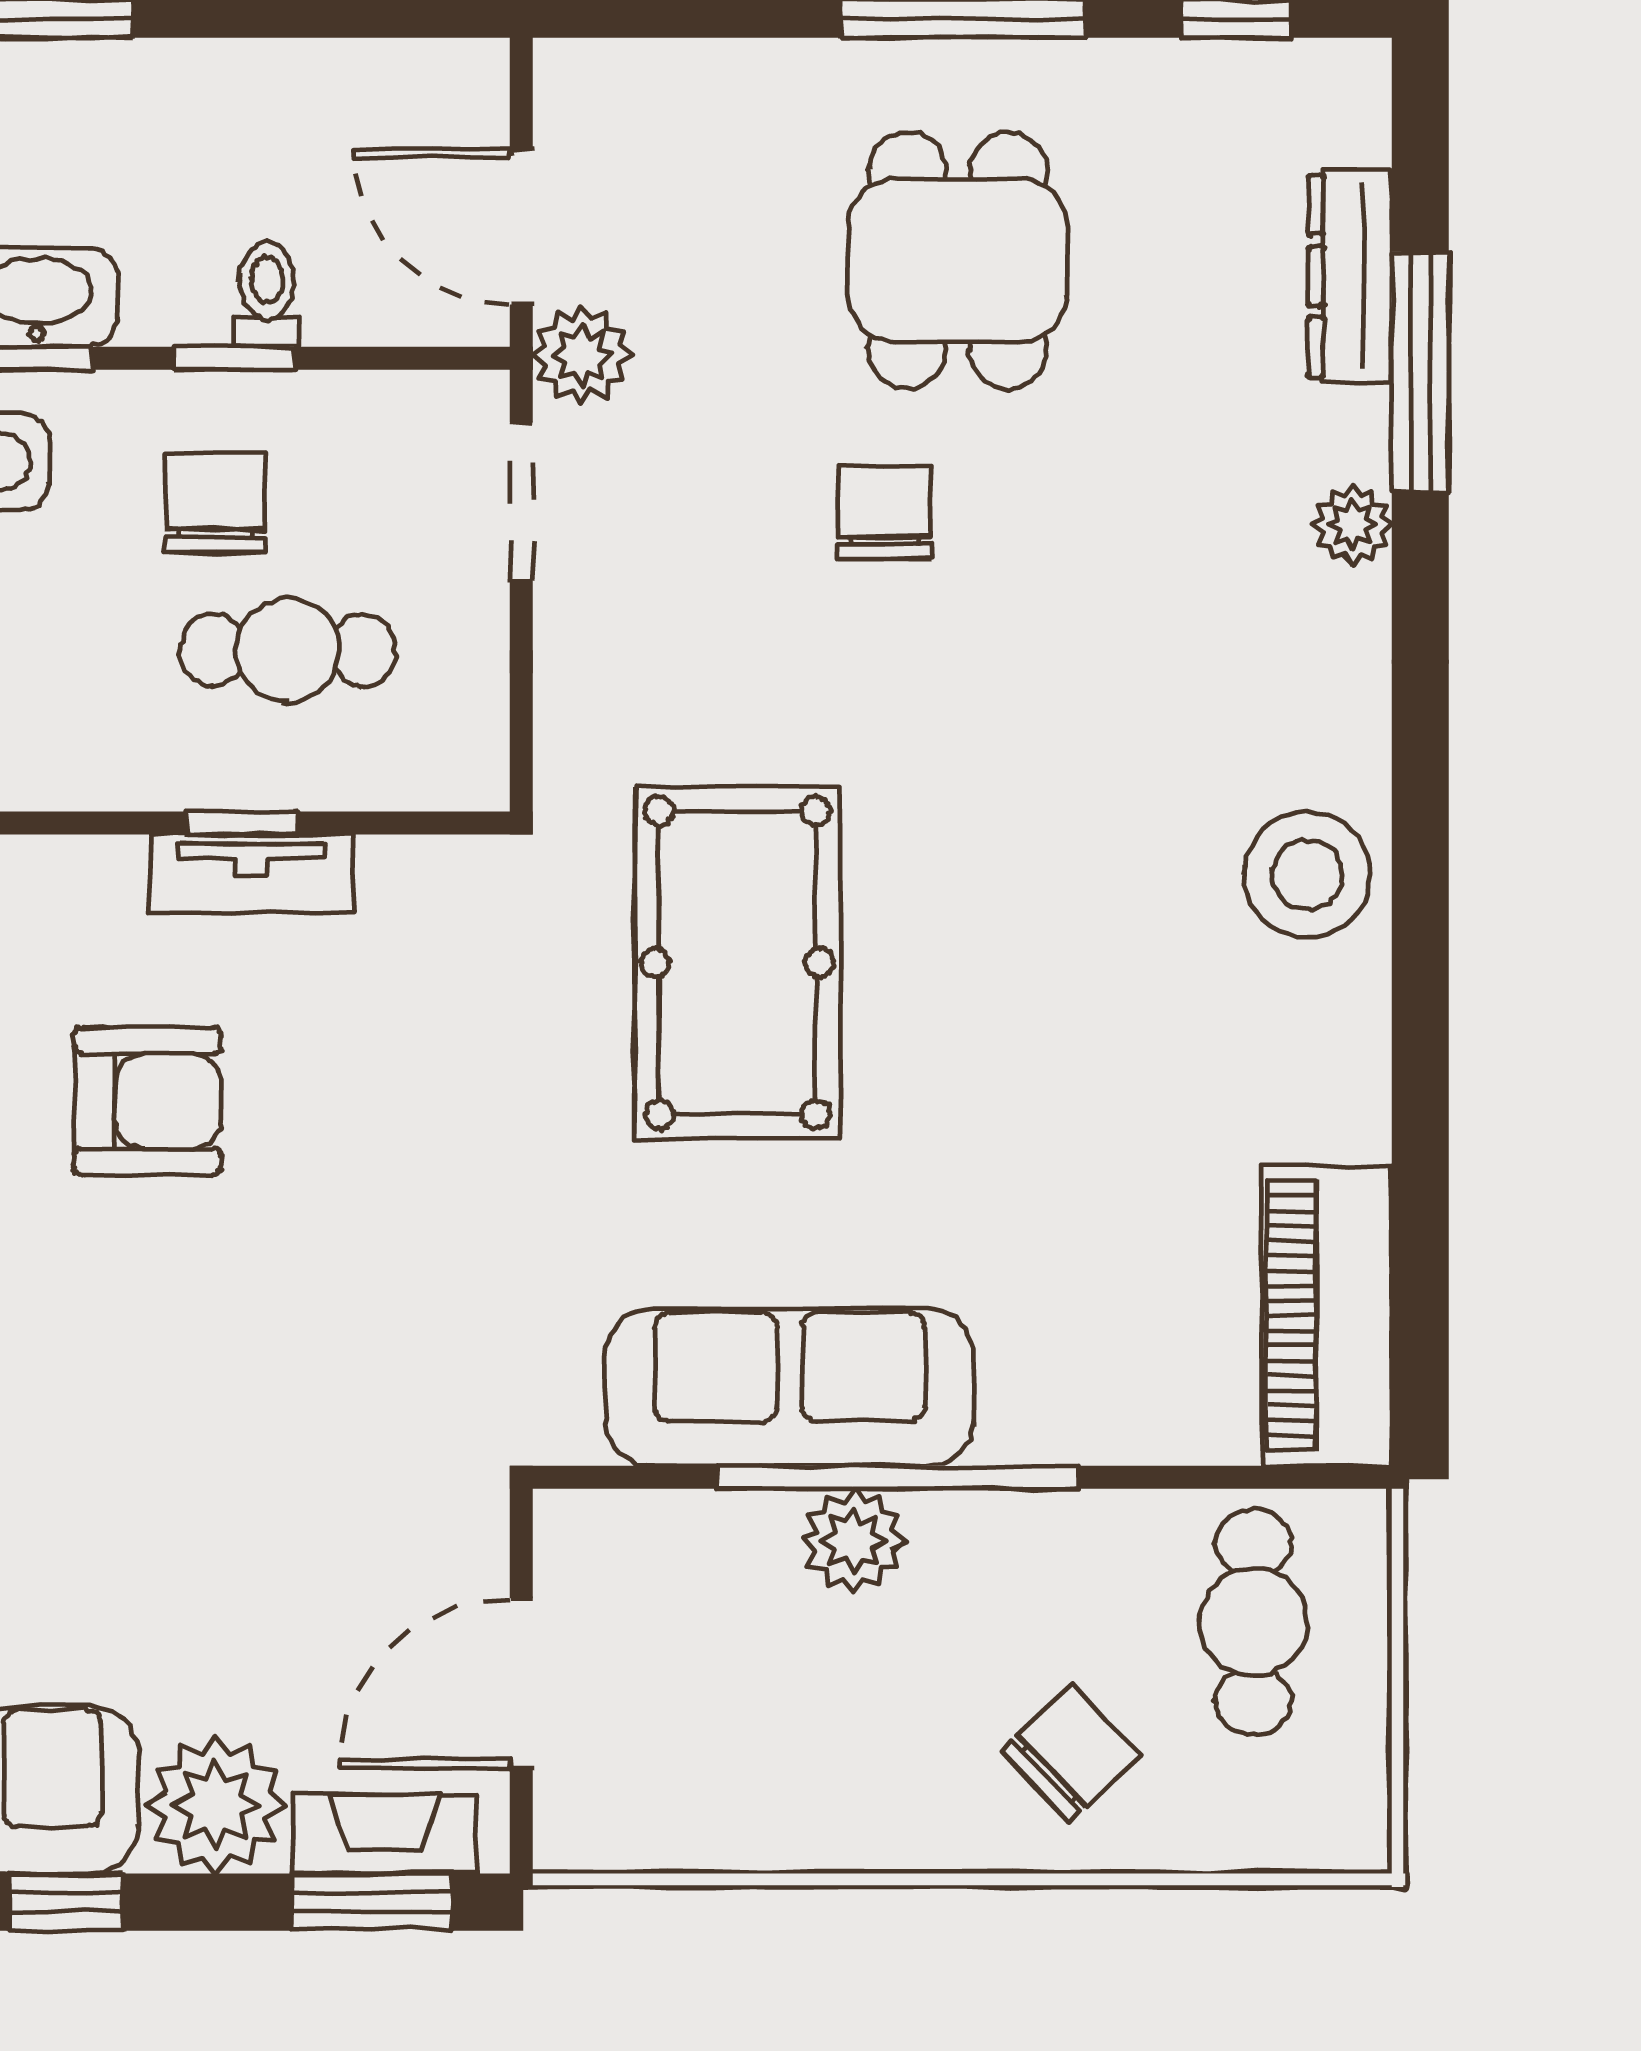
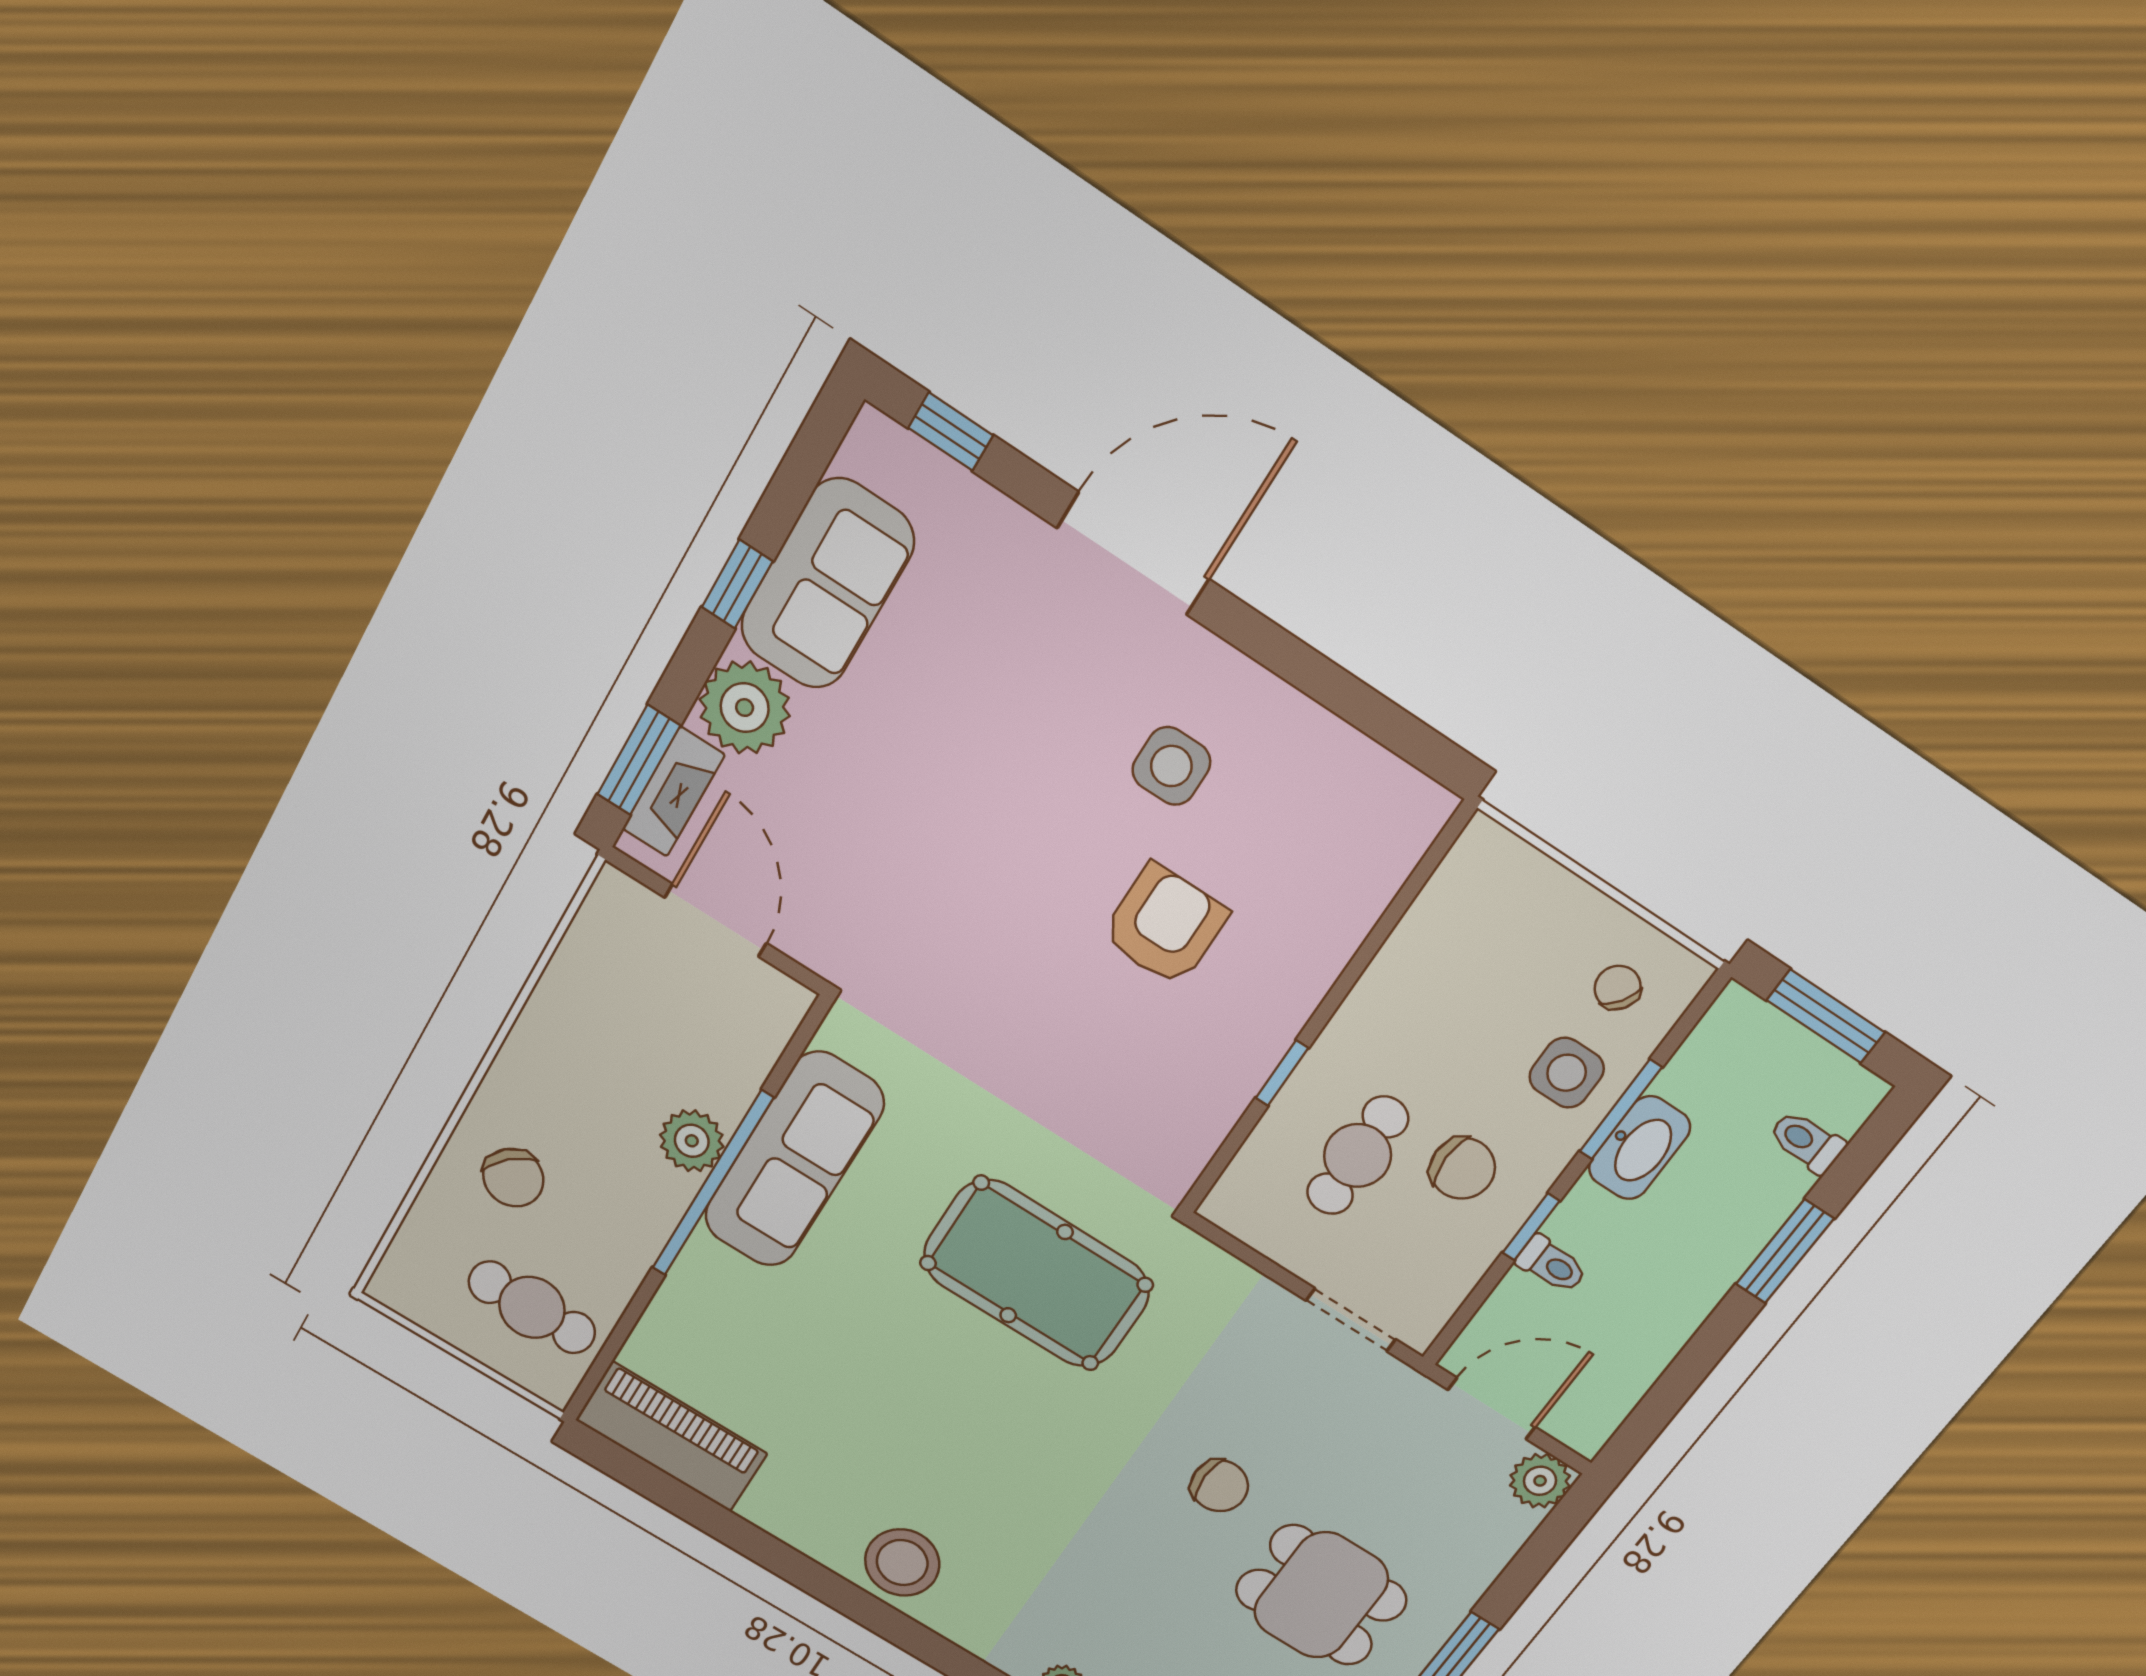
plant: (582, 355) -> (1540, 1481), moved
tv unit: (252, 873) -> (1251, 1061), removed
armchair: (147, 1101) -> (1165, 925), turned 180

